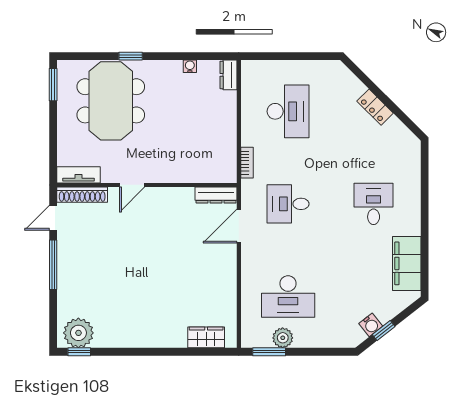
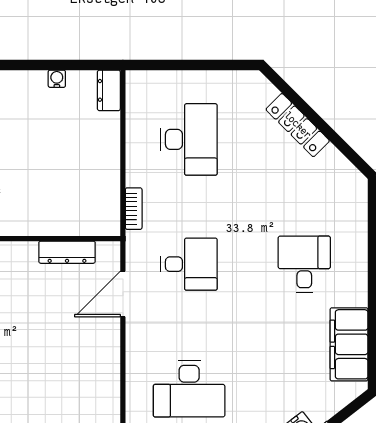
locker: (375, 107) -> (298, 125), width x1.53
dresser: (216, 195) -> (67, 252), moved
desk: (288, 204) -> (189, 264), turned 180

